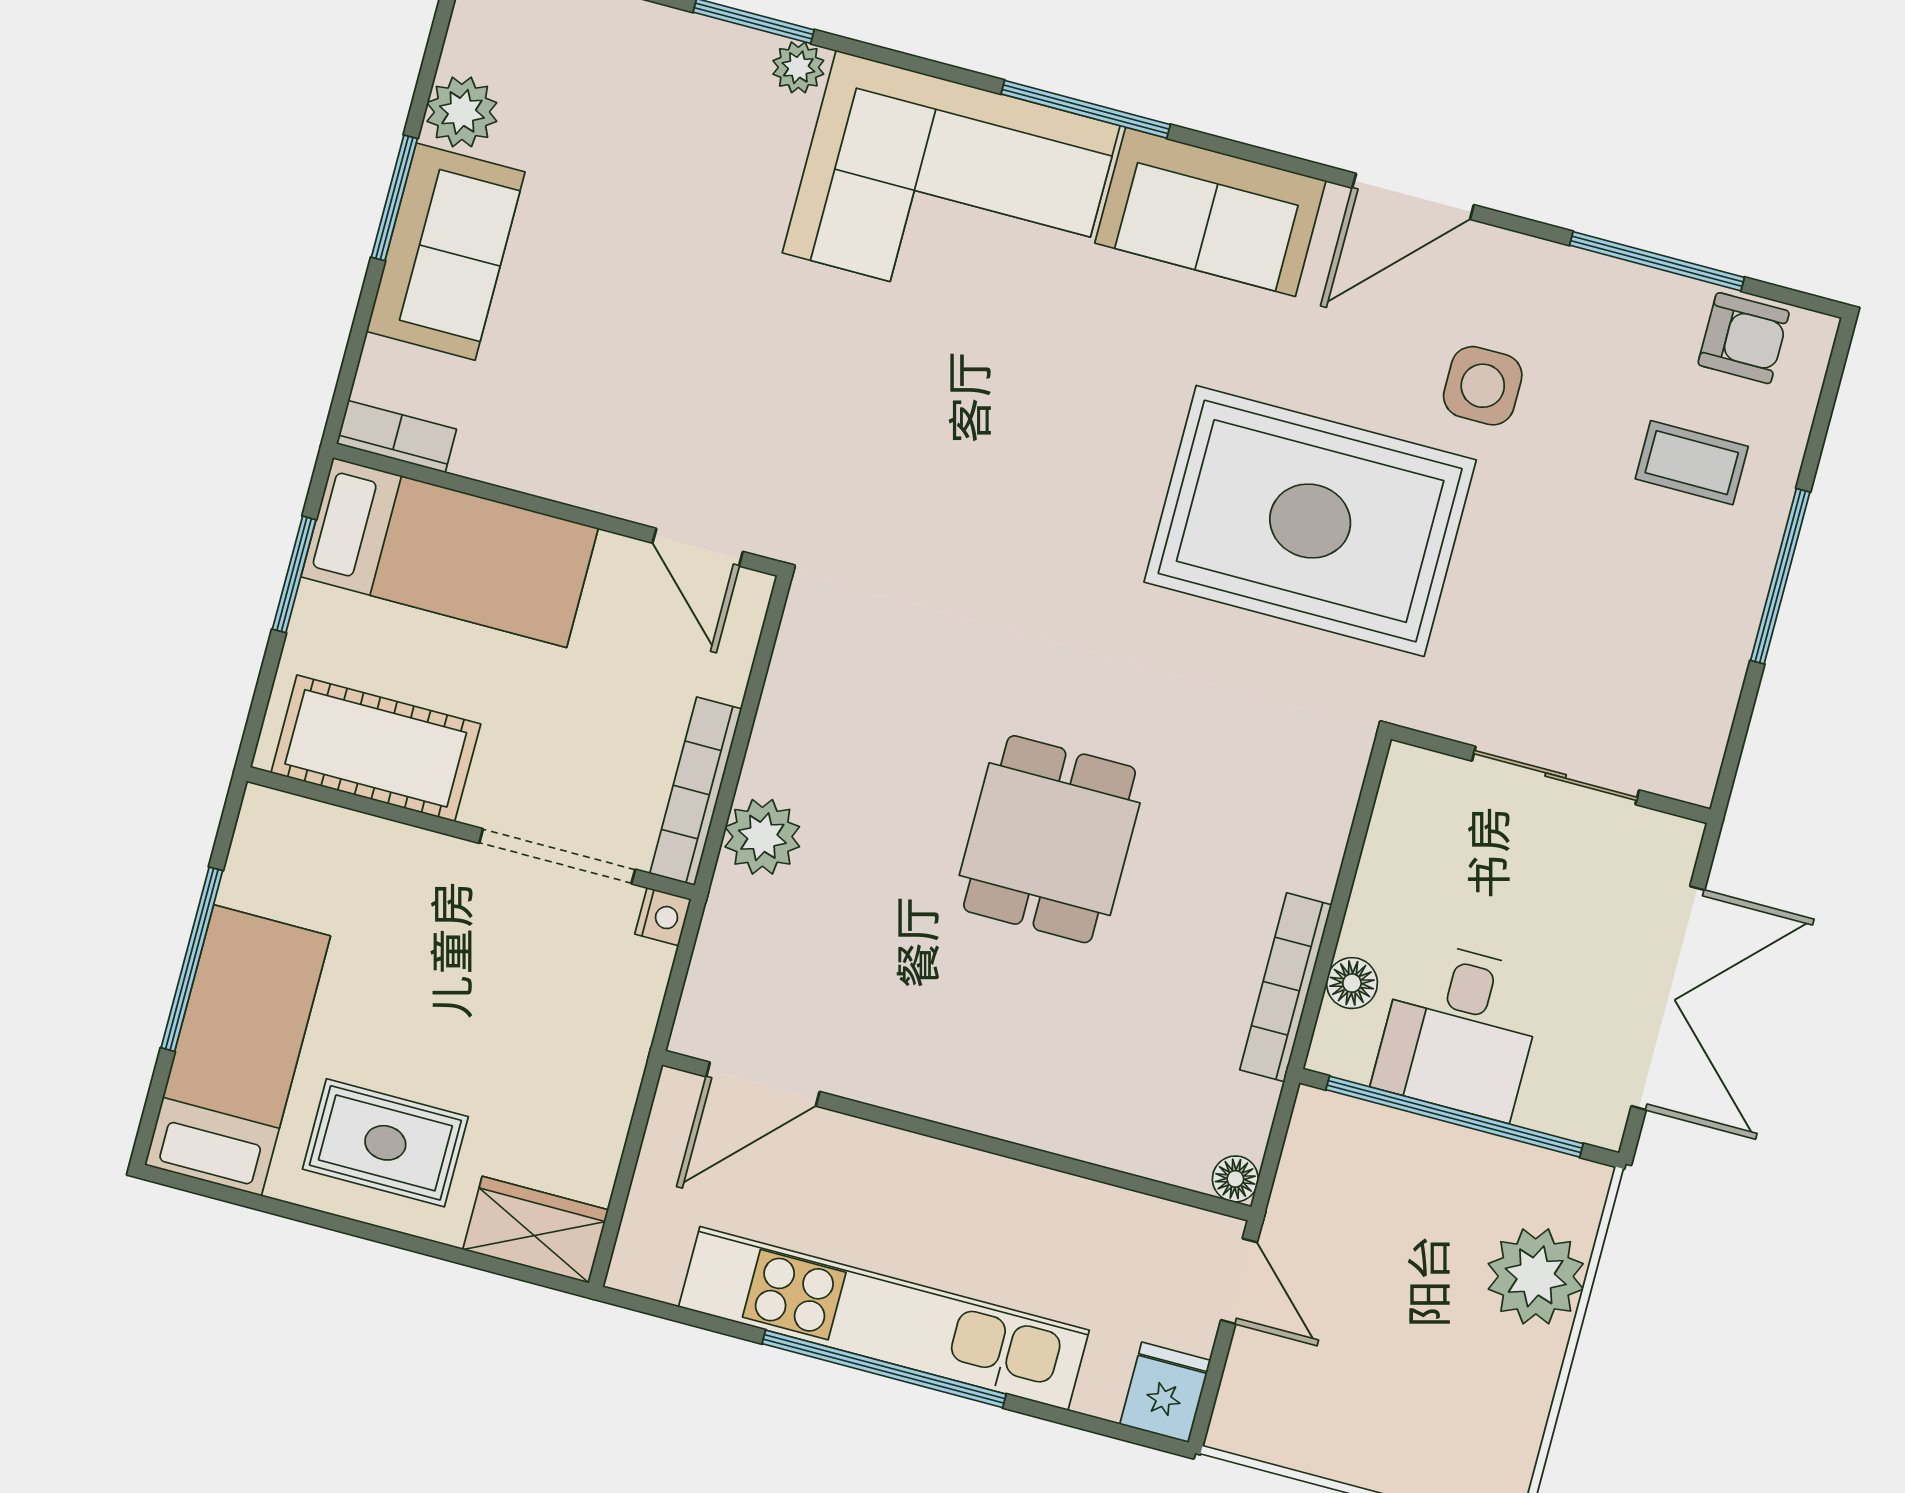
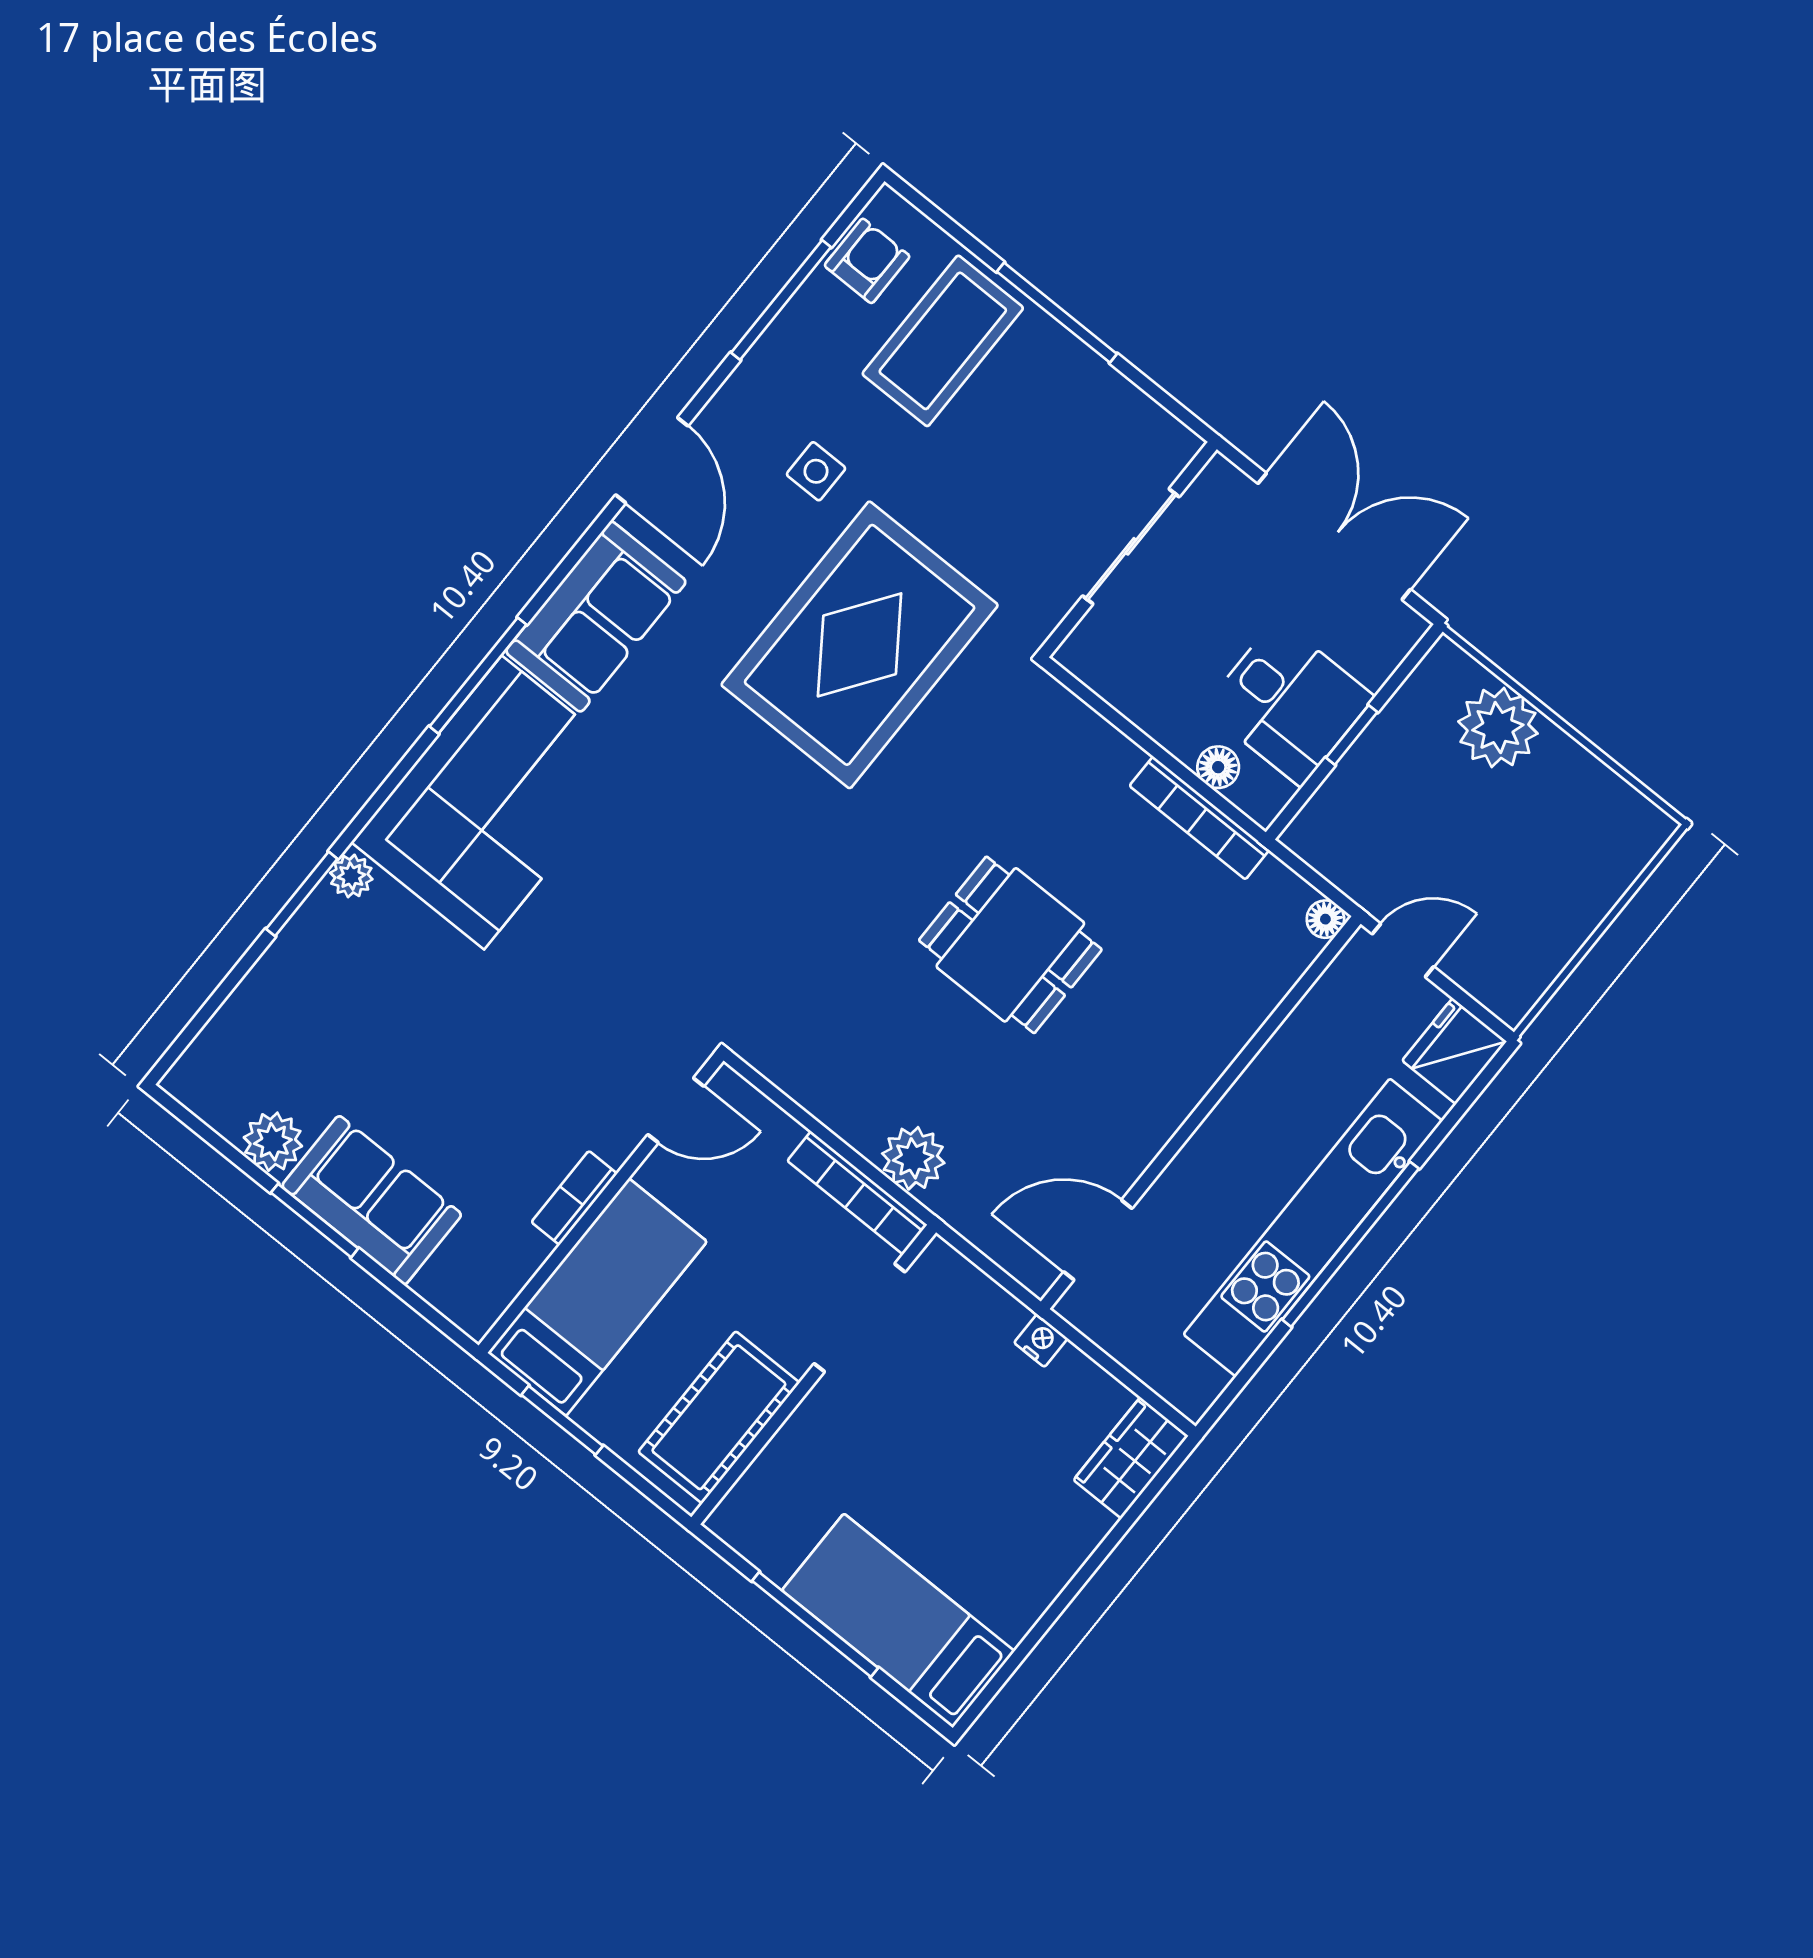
side table: (1483, 386) -> (816, 471), width x0.73, depth x0.73
bookcase: (396, 437) -> (574, 1198), moved
coffee table: (1692, 463) -> (943, 341), width x1.86, depth x1.72
nightstand: (663, 917) -> (1041, 1340), moved
door: (763, 1084) -> (1098, 1240), swing flipped
window: (1455, 1117) -> (1352, 735), width x0.32
rug: (385, 1143) -> (1016, 1541), removed
fridge: (1165, 1392) -> (1454, 1051), width x1.38

